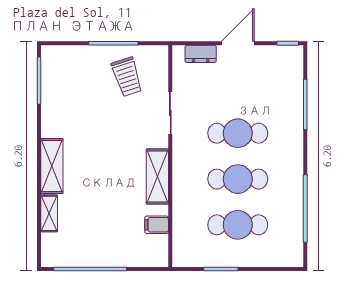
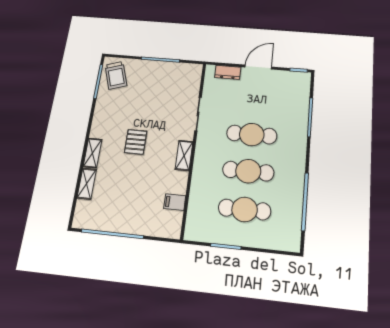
trolley: (127, 77) -> (116, 75), moved
pallet: (99, 156) -> (136, 142), added
shelving: (52, 166) -> (92, 153), width x0.67, depth x0.75
shelving: (157, 177) -> (184, 155), width x0.67, depth x0.75

